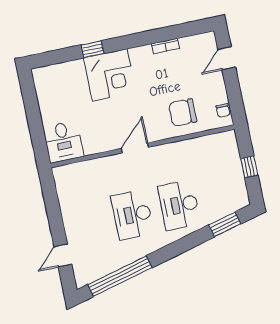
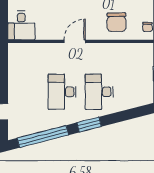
chair: (183, 113) -> (117, 22), turned -90
window: (225, 224) -> (89, 125), moved

